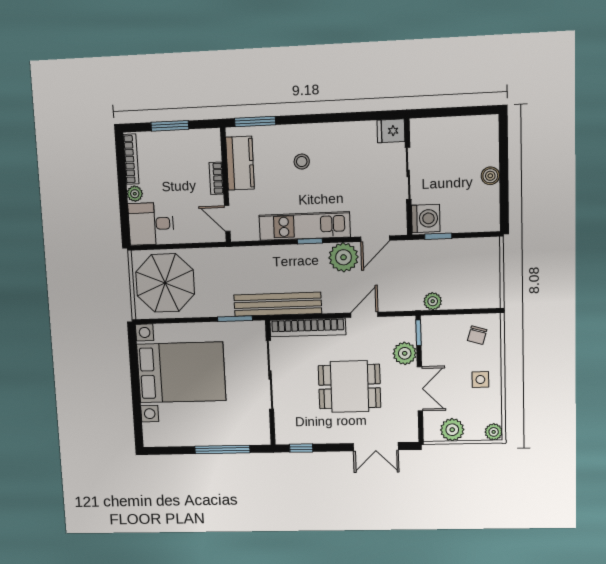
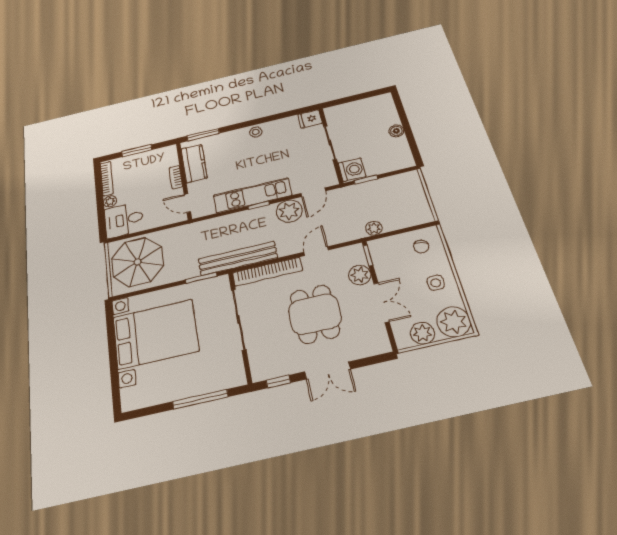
stool: (302, 162) -> (256, 132), moved
dining table: (350, 386) -> (315, 314), turned 90
plant: (494, 432) -> (454, 322), width x1.88, depth x1.88
double door: (376, 447) -> (327, 370), moved

